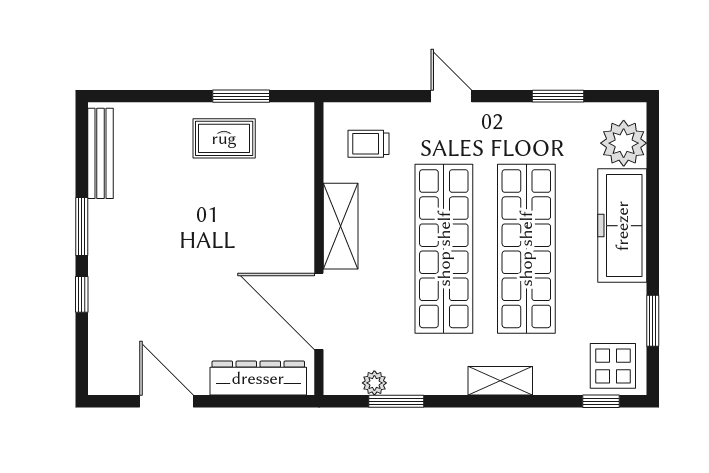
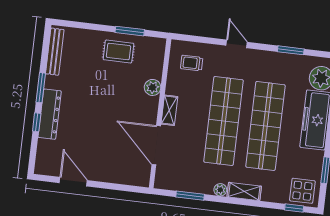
plant: (298, 200) -> (153, 87), added
shelving: (341, 226) -> (169, 110), width x0.67, depth x0.75
dresser: (258, 378) -> (50, 114), moved, turned 90
plant: (374, 383) -> (220, 190), moved

